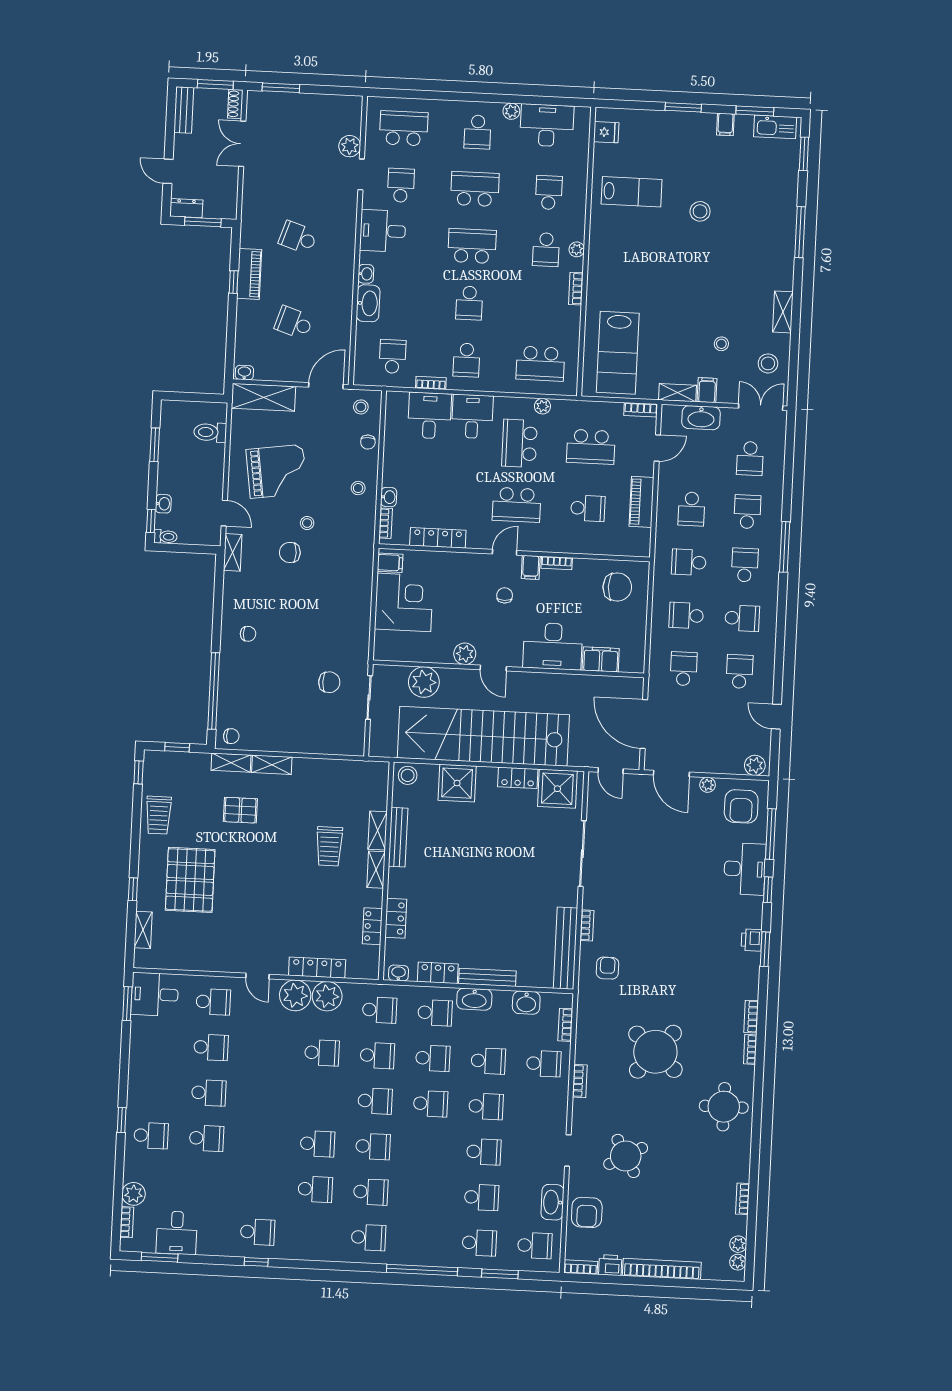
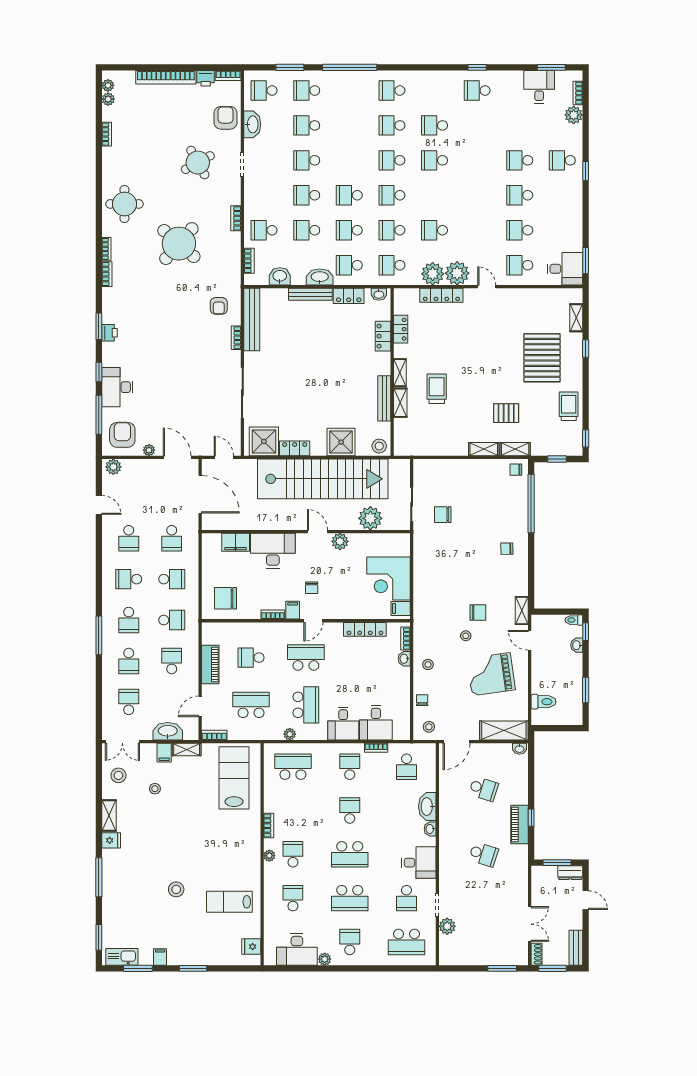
school desk: (549, 193) -> (293, 898), turned 180
fridge: (782, 279) -> (111, 840), added

